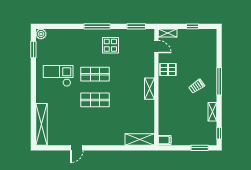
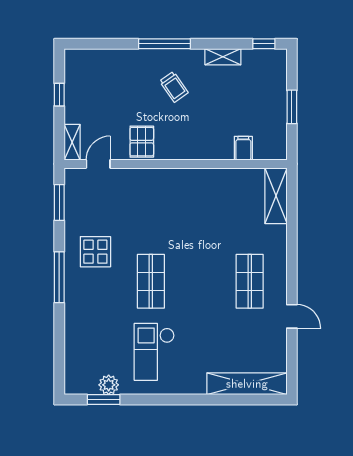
plant: (41, 34) -> (109, 385), moved
shelving: (149, 89) -> (179, 177), removed
shop shelf: (95, 100) -> (250, 281), moved
filing cabinet: (165, 140) -> (243, 148), moved
window: (200, 148) -> (292, 107), moved

